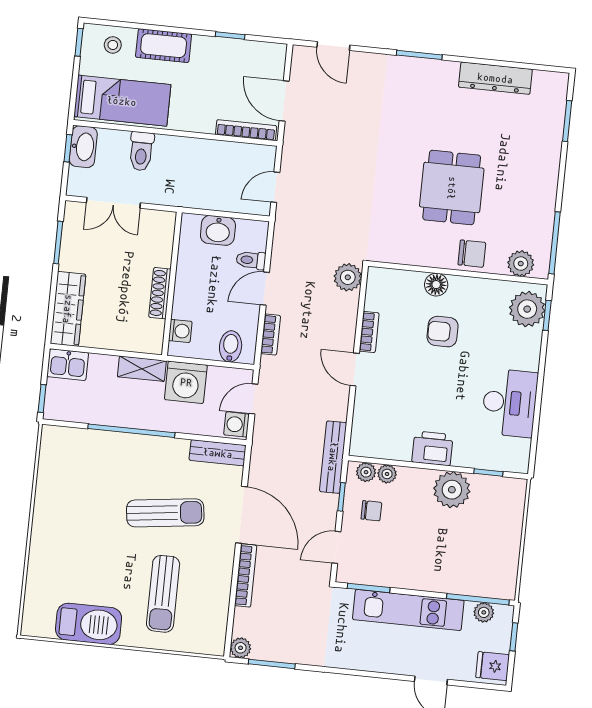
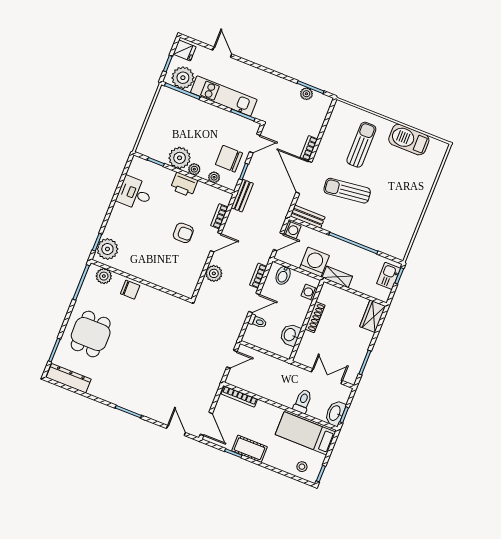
cot: (164, 46) -> (249, 449), moved
dresser: (495, 78) -> (69, 378), moved
door: (284, 101) -> (206, 424), moved
dining table: (452, 188) -> (91, 334), moved
washbasin: (218, 230) -> (290, 335), moved, turned -90
chair: (472, 254) -> (130, 290), turned 180
plant: (348, 277) -> (214, 273), moved
floor lamp: (436, 285) -> (156, 278), removed
wardrobe: (68, 309) -> (373, 316), width x0.67
bookcase: (369, 332) -> (219, 216), moved
armchair: (443, 332) -> (183, 233), moved
kitchen sink: (68, 365) -> (389, 276), moved, turned -90
door: (355, 369) -> (216, 242), hinge flipped
desk: (510, 403) -> (135, 193), width x0.73
bench: (333, 457) -> (242, 196), width x0.73
plant: (366, 472) -> (194, 169), moved
chair: (371, 511) -> (229, 159), width x1.87, depth x1.87
bookcase: (246, 575) -> (309, 148), width x0.64
plant: (484, 612) -> (183, 78), width x1.88, depth x1.88
plant: (241, 648) -> (306, 94), moved

